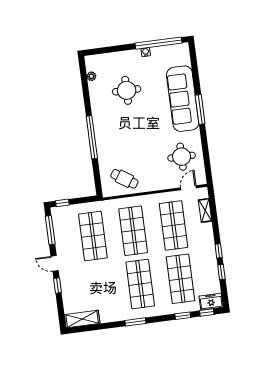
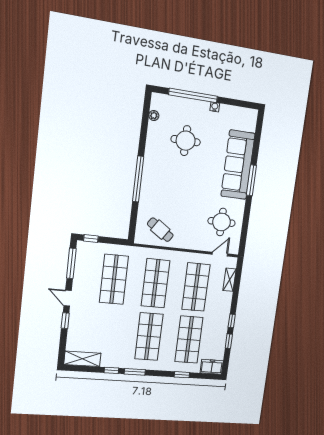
window: (158, 43) -> (193, 95), moved
window: (207, 313) -> (111, 370), moved

